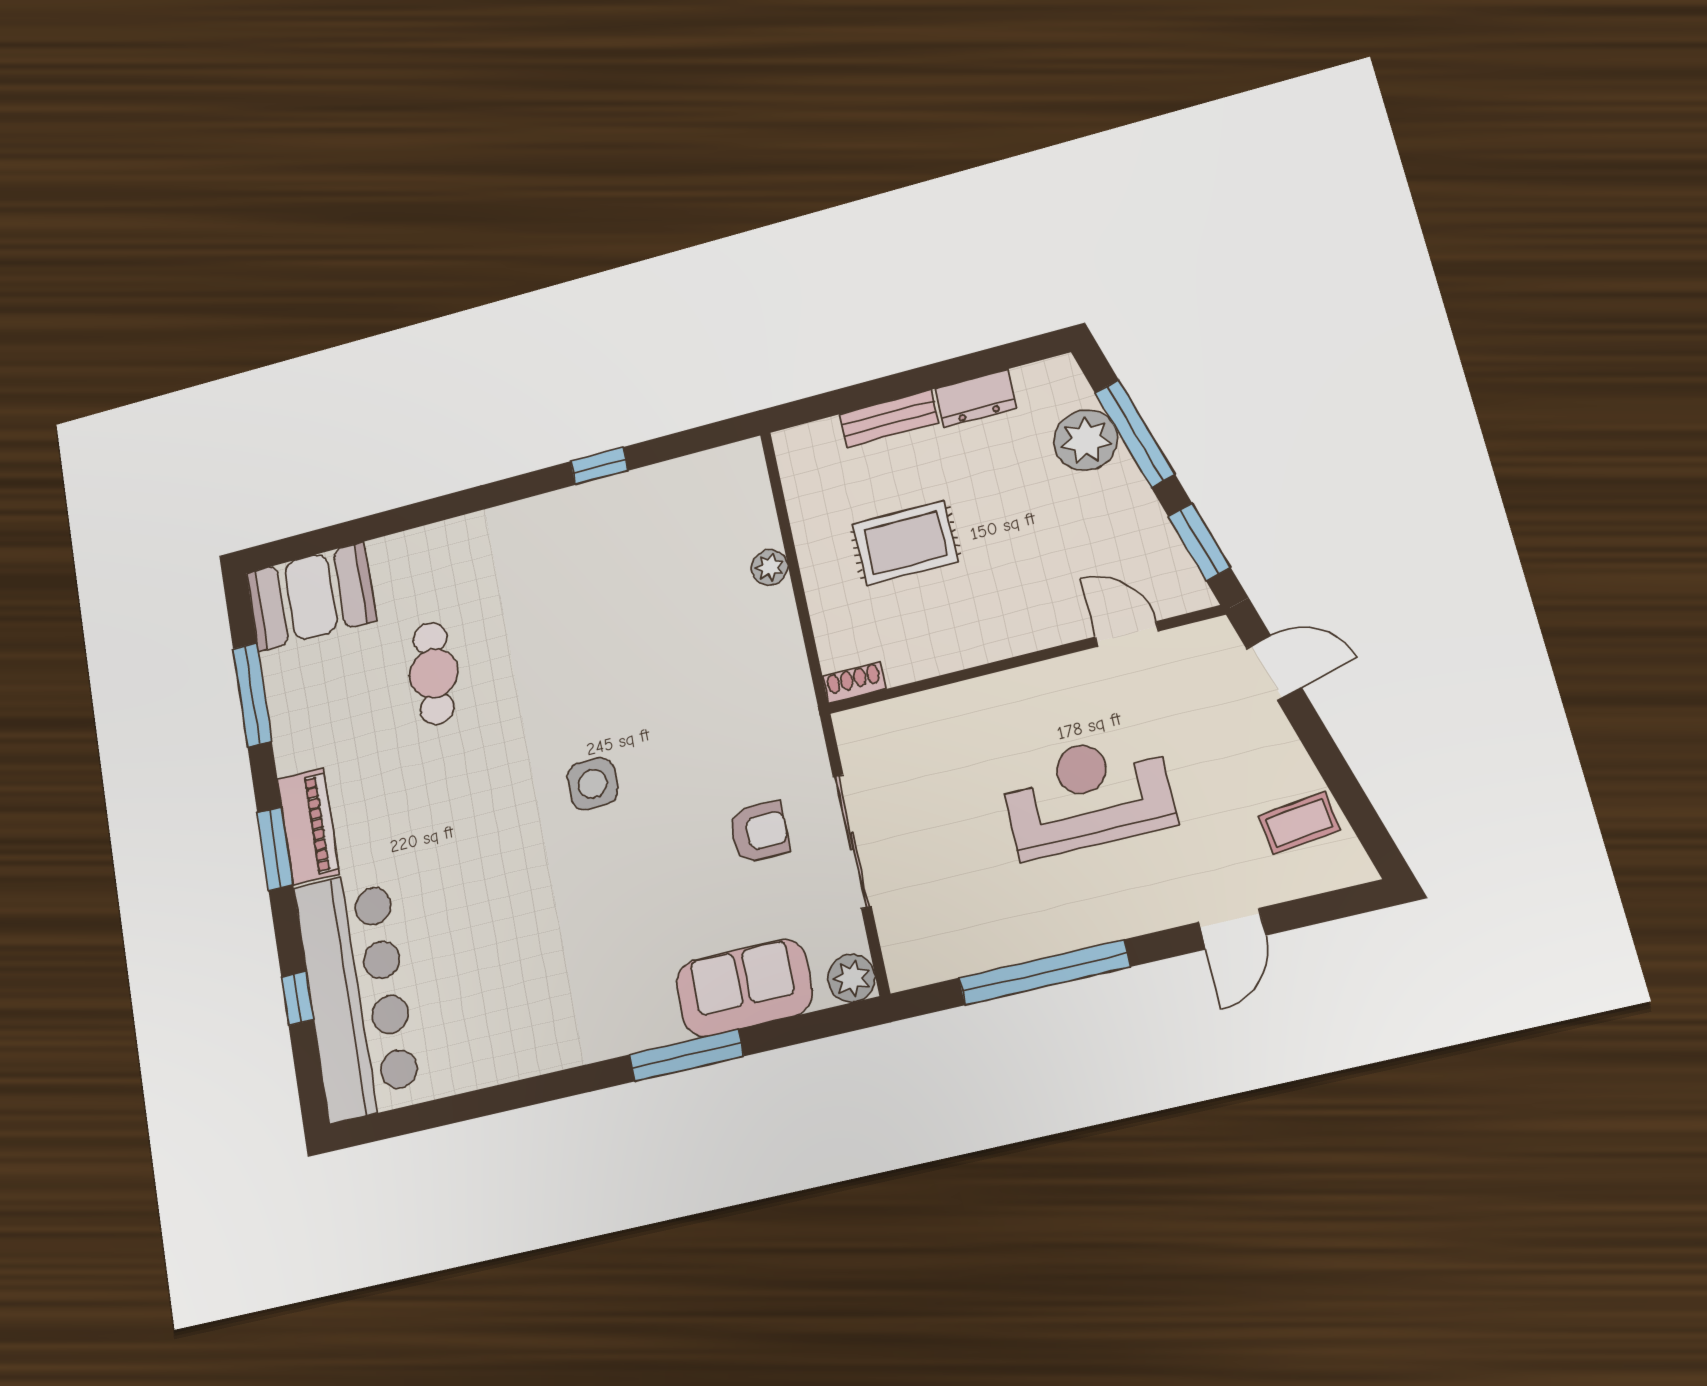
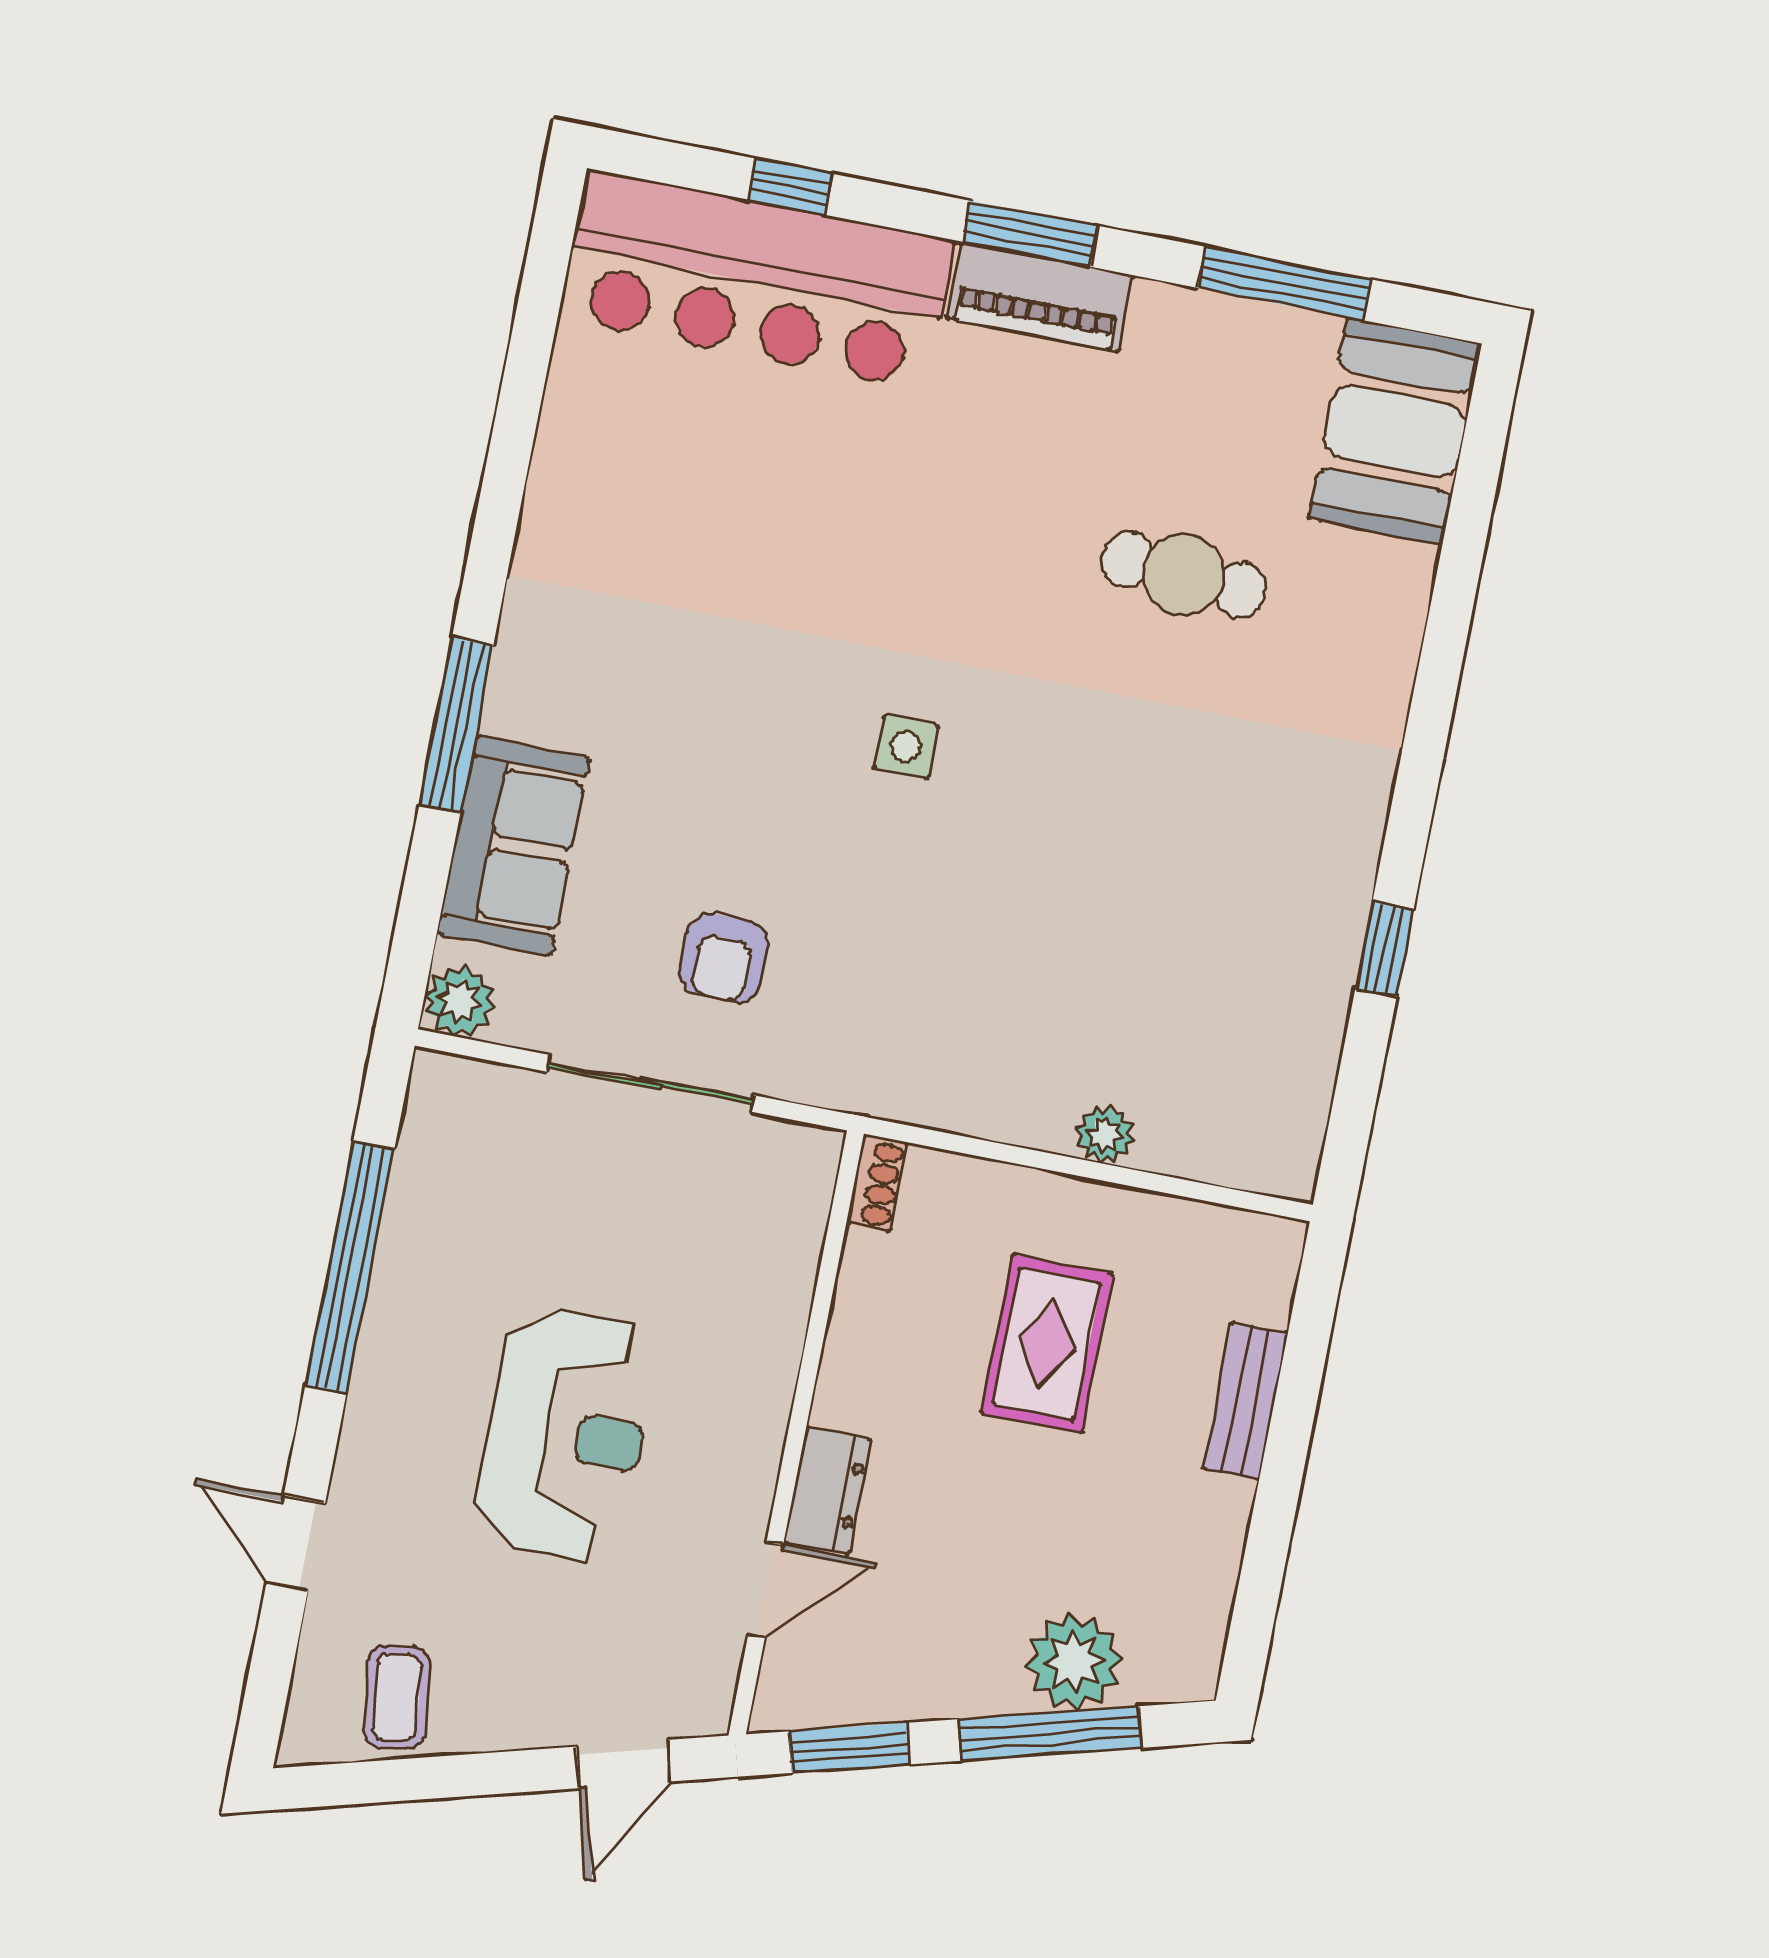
dresser: (976, 398) -> (827, 1490), moved, turned 180
side table: (593, 784) -> (906, 747), width x0.73, depth x0.73

